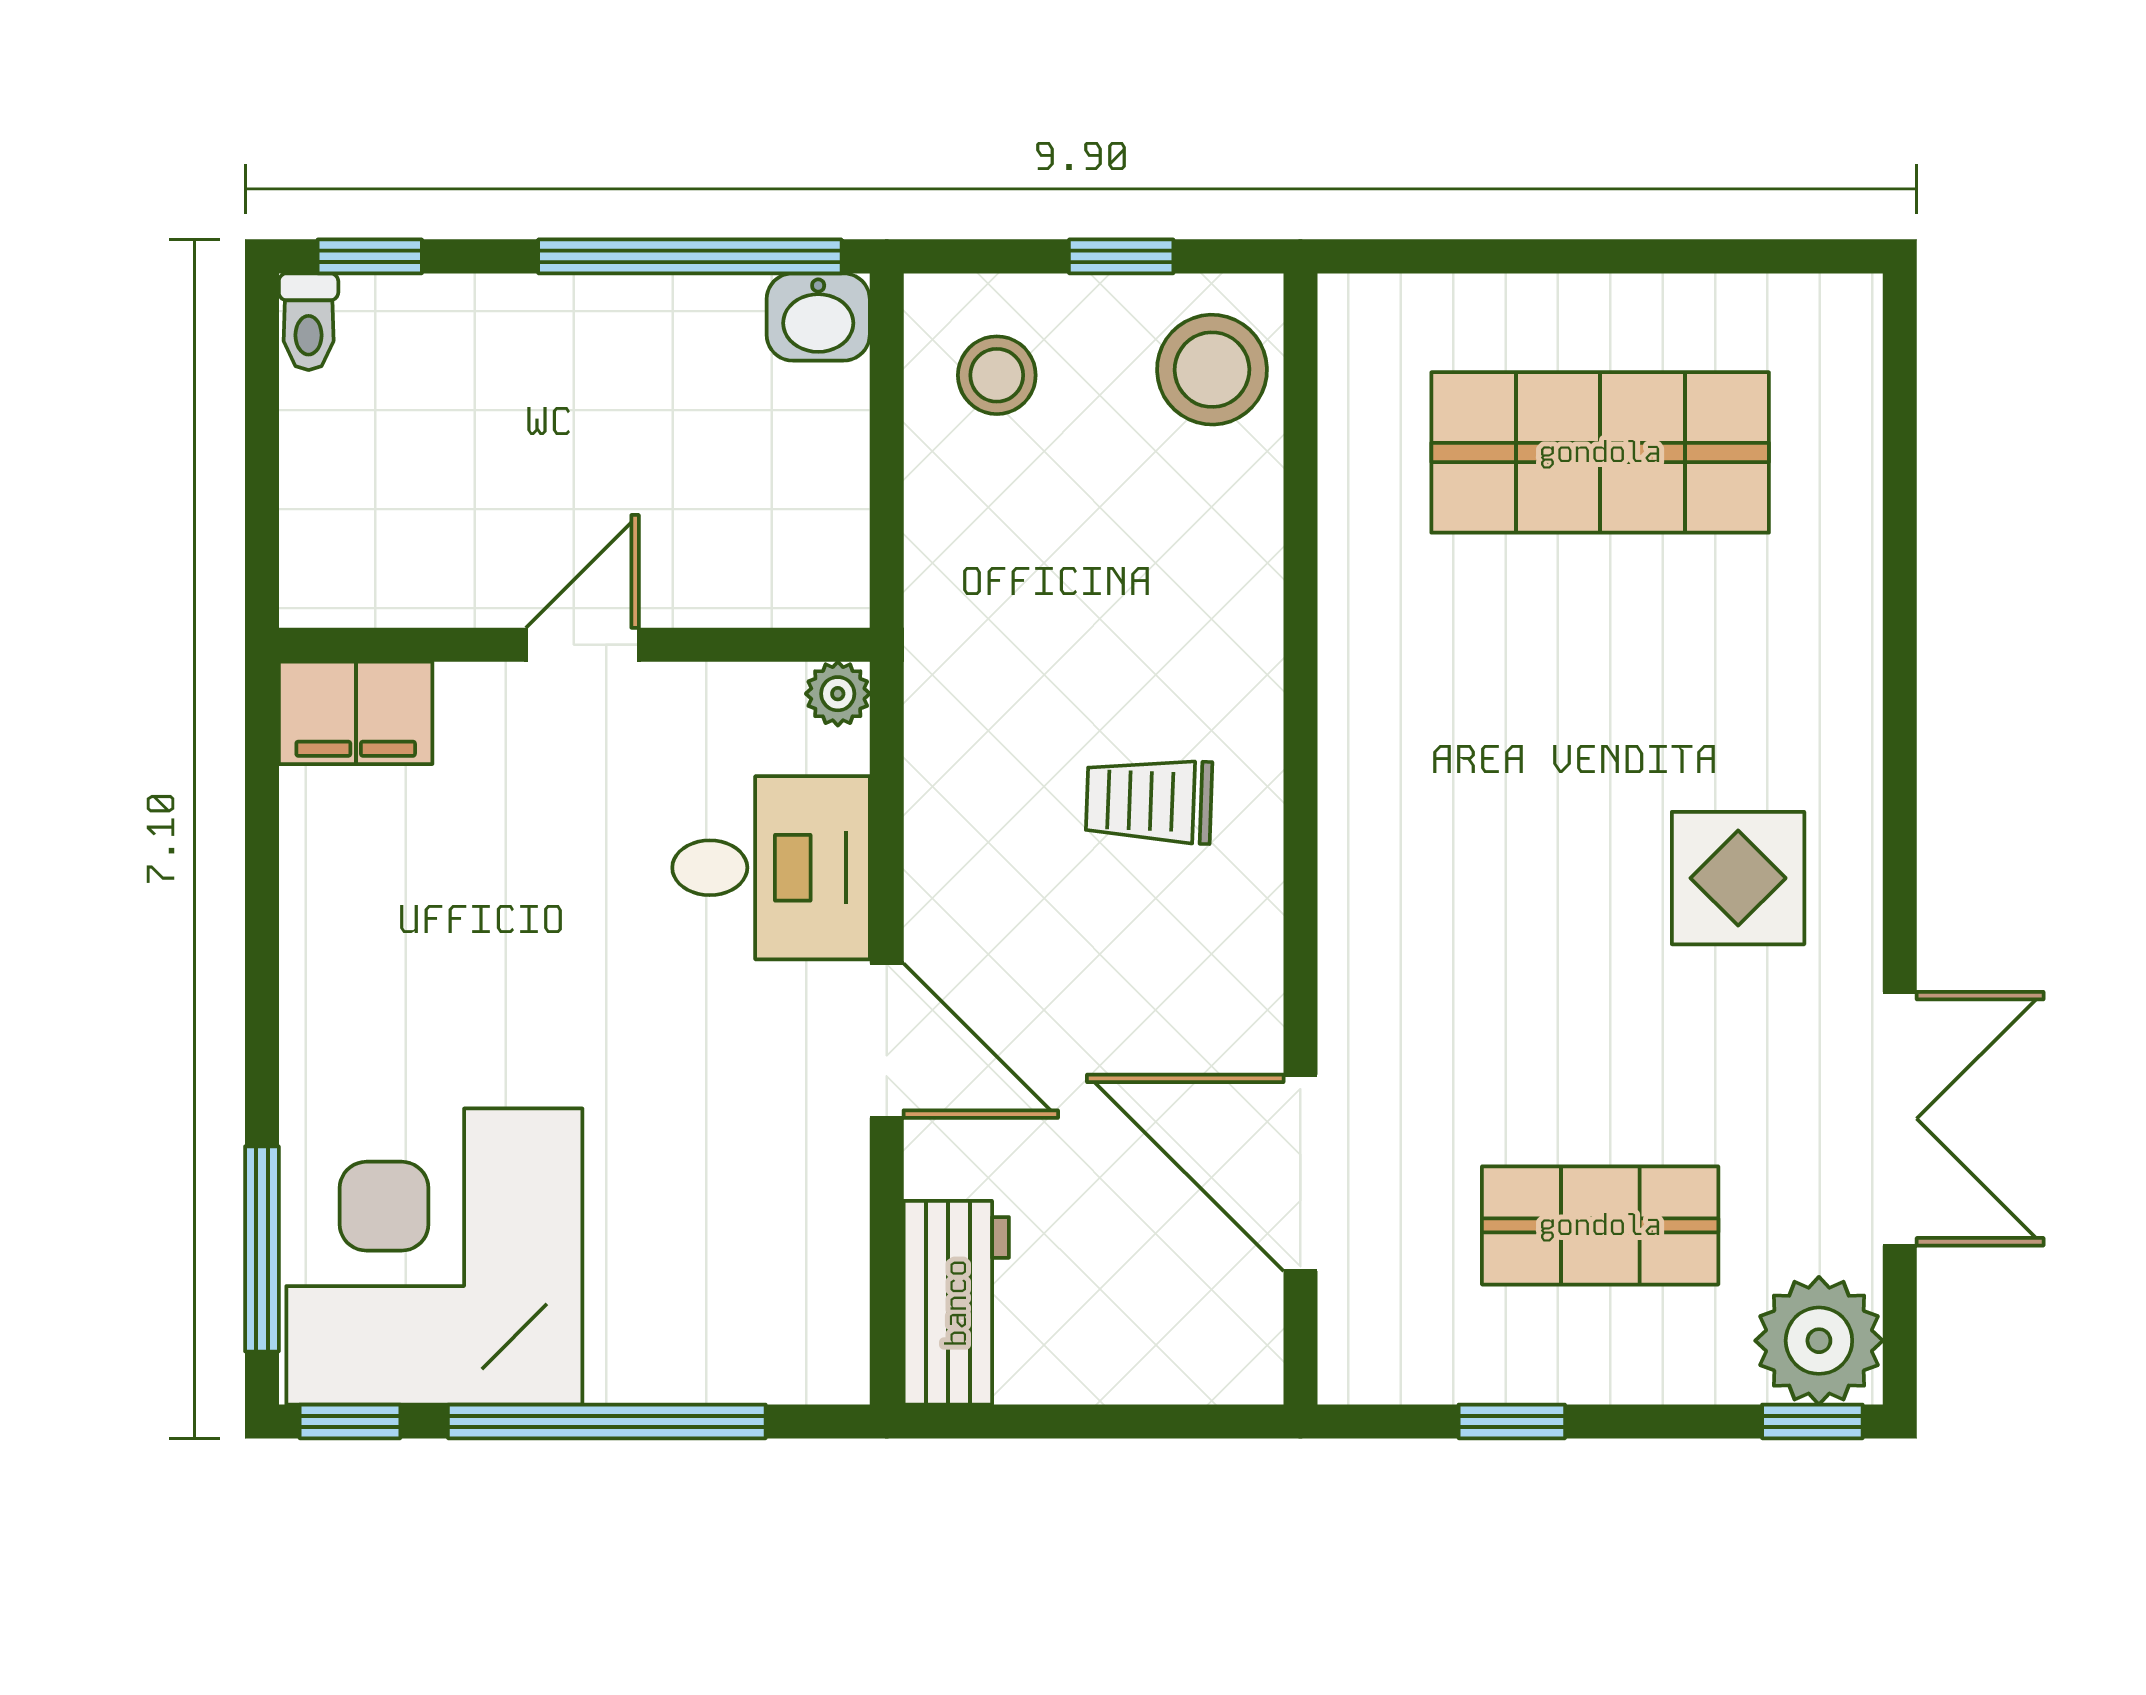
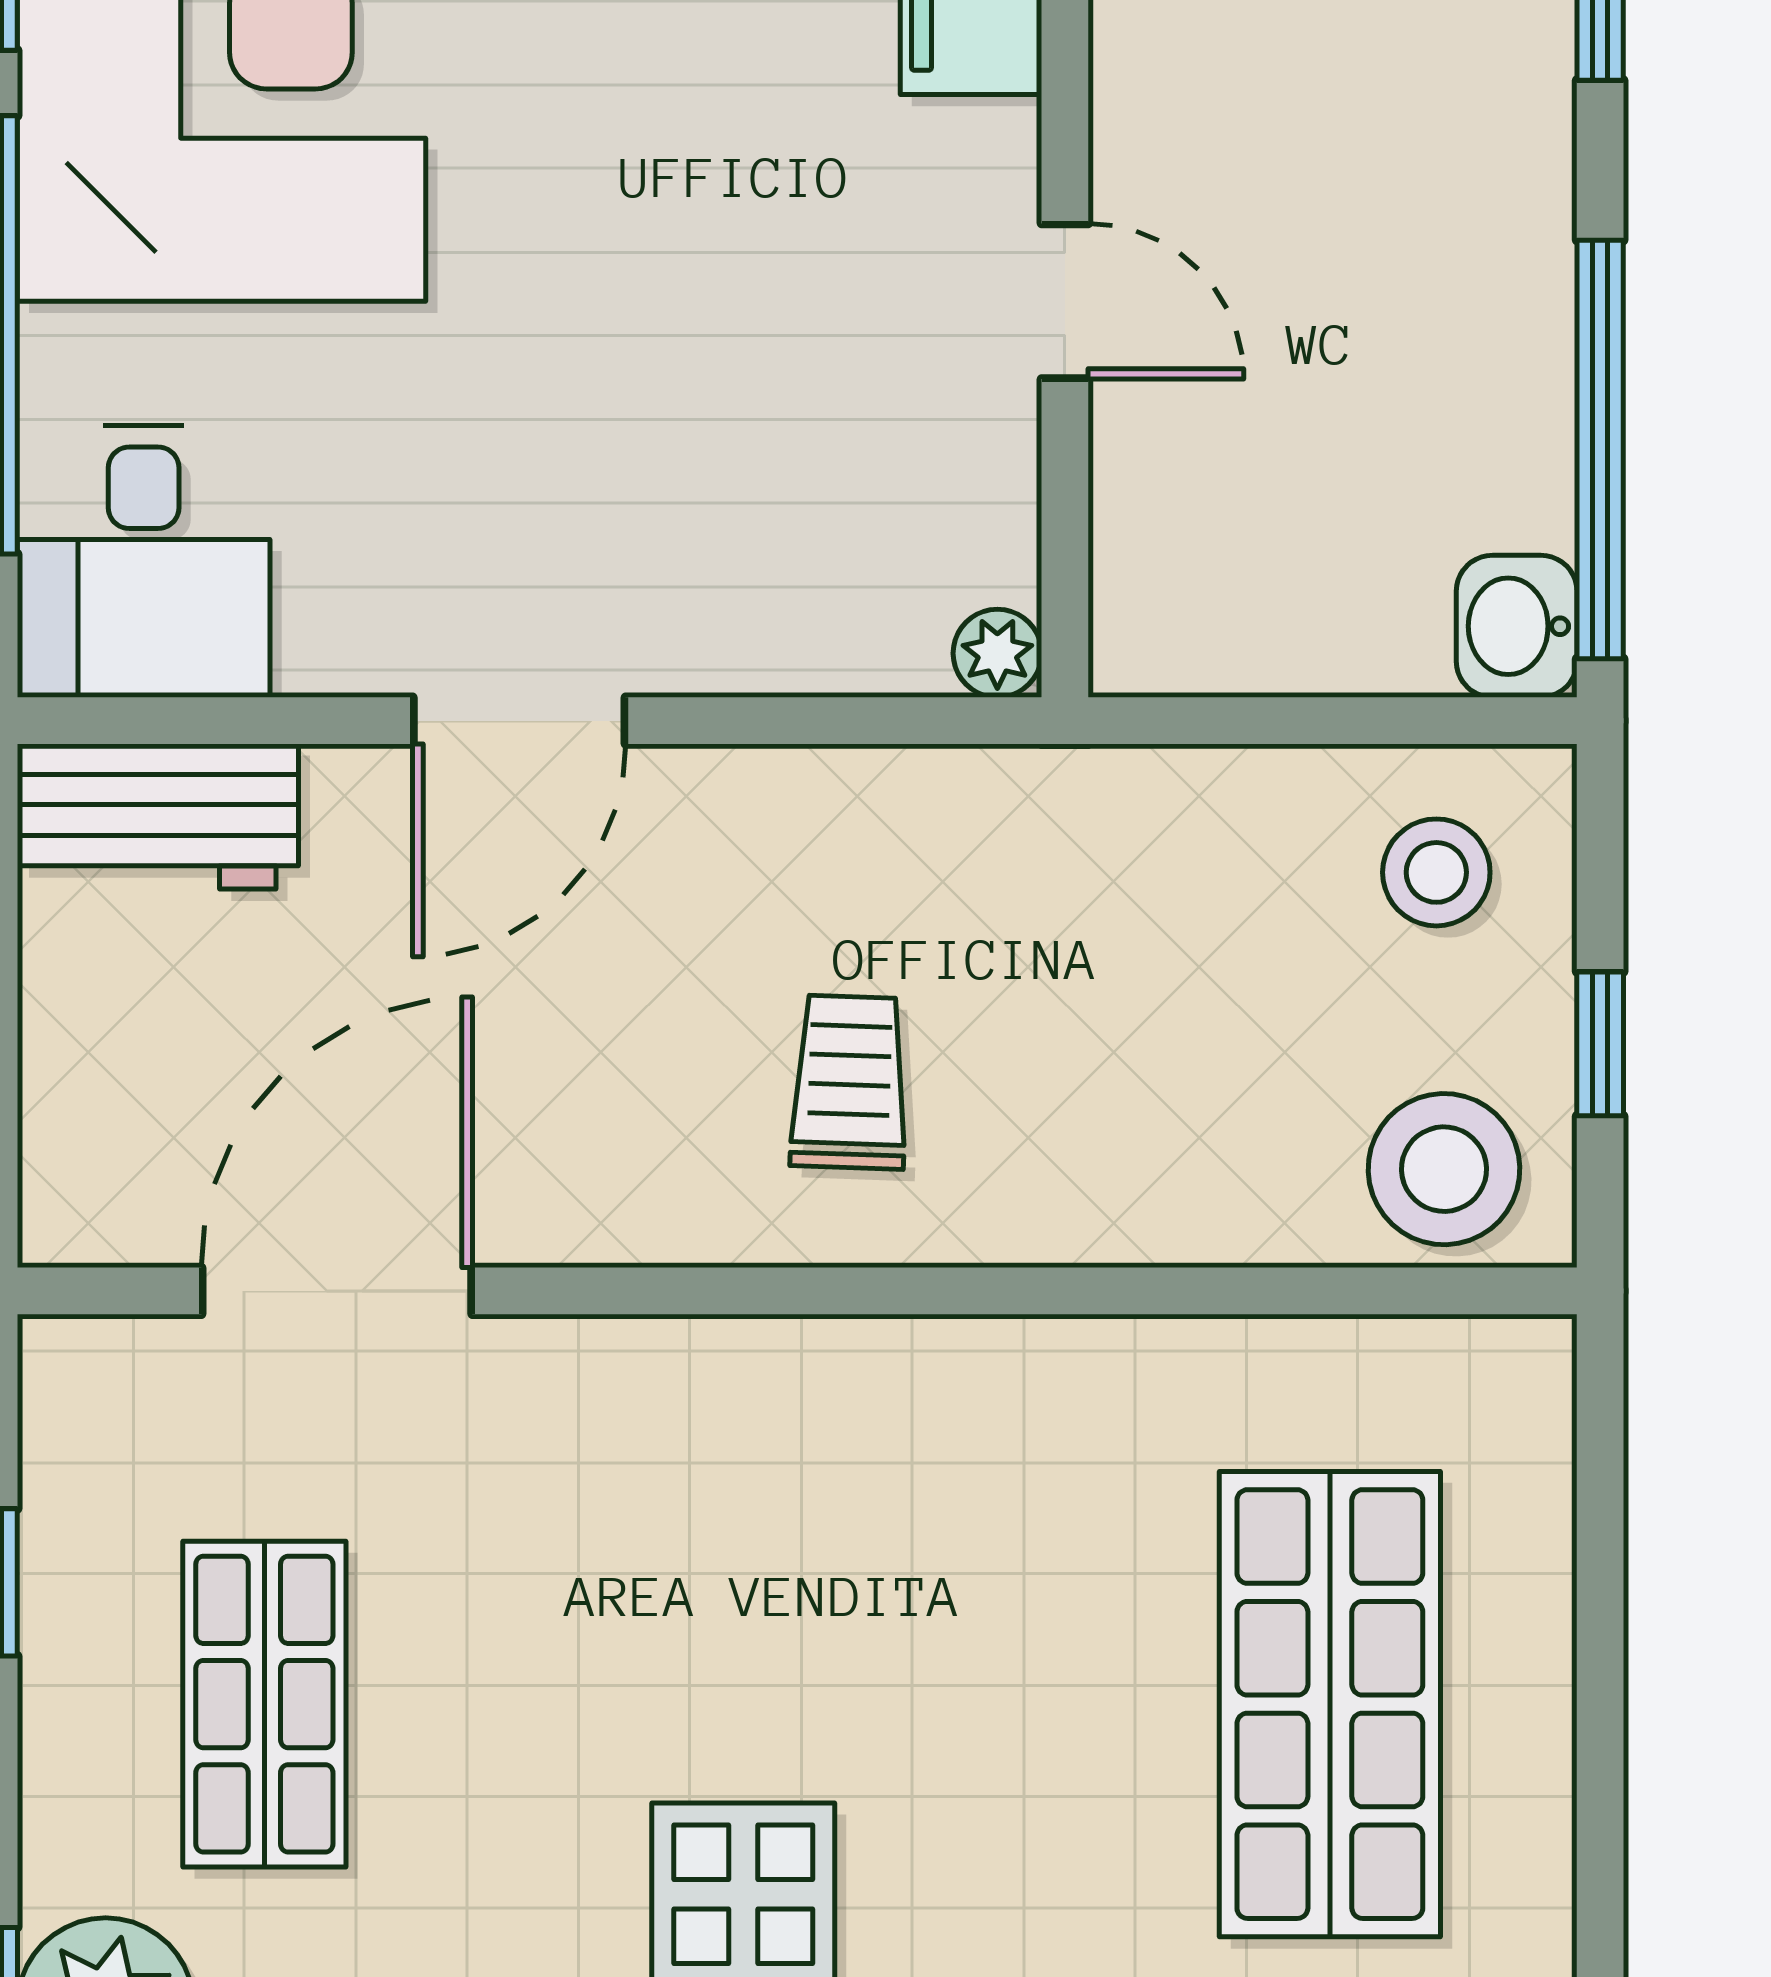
desk: (771, 868) -> (144, 561), moved

